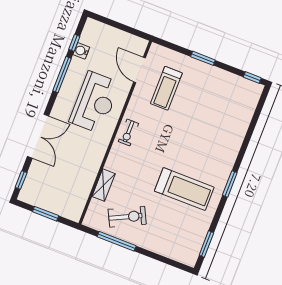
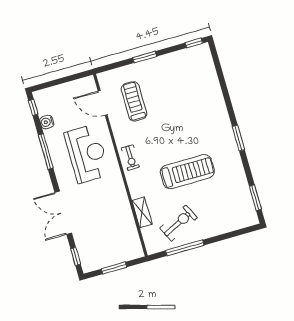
window: (74, 43) -> (33, 107), moved
treadmill: (166, 88) -> (134, 101), turned 180
double door: (38, 136) -> (63, 213), swing flipped
treadmill: (184, 189) -> (187, 172), moved

